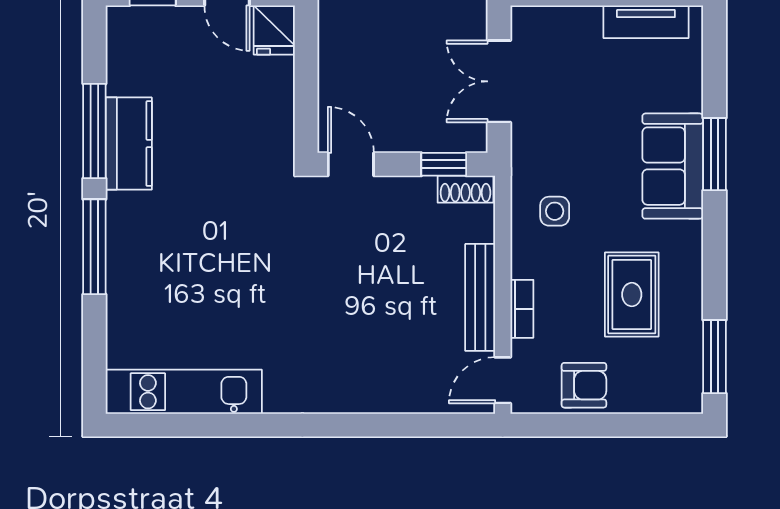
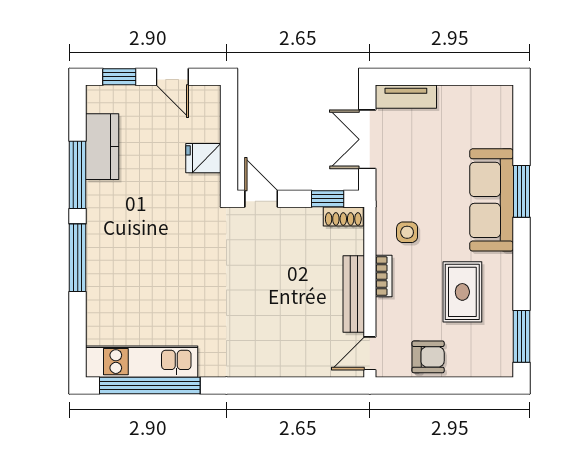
tv unit: (646, 22) -> (406, 97), moved
fridge: (274, 30) -> (203, 158), moved, turned 90
kitchen counter: (129, 144) -> (102, 147), moved
sofa: (673, 166) -> (492, 200), width x1.36
bookcase: (522, 309) -> (384, 276), moved
window: (195, 425) -> (150, 385), added

